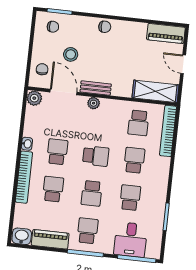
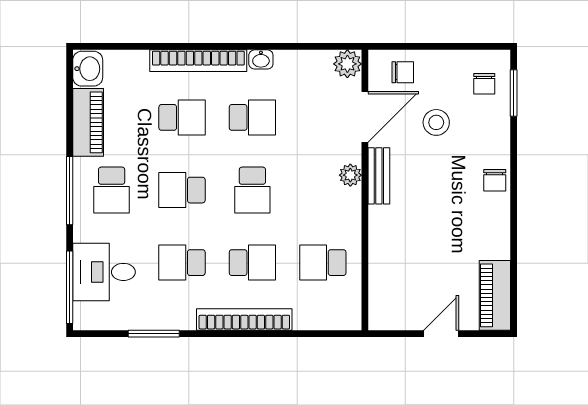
shelving: (155, 91) -> (385, 288), removed
bookcase: (168, 131) -> (244, 319), moved
school desk: (130, 198) -> (182, 263), turned 180
school desk: (87, 231) -> (112, 190), turned 90

